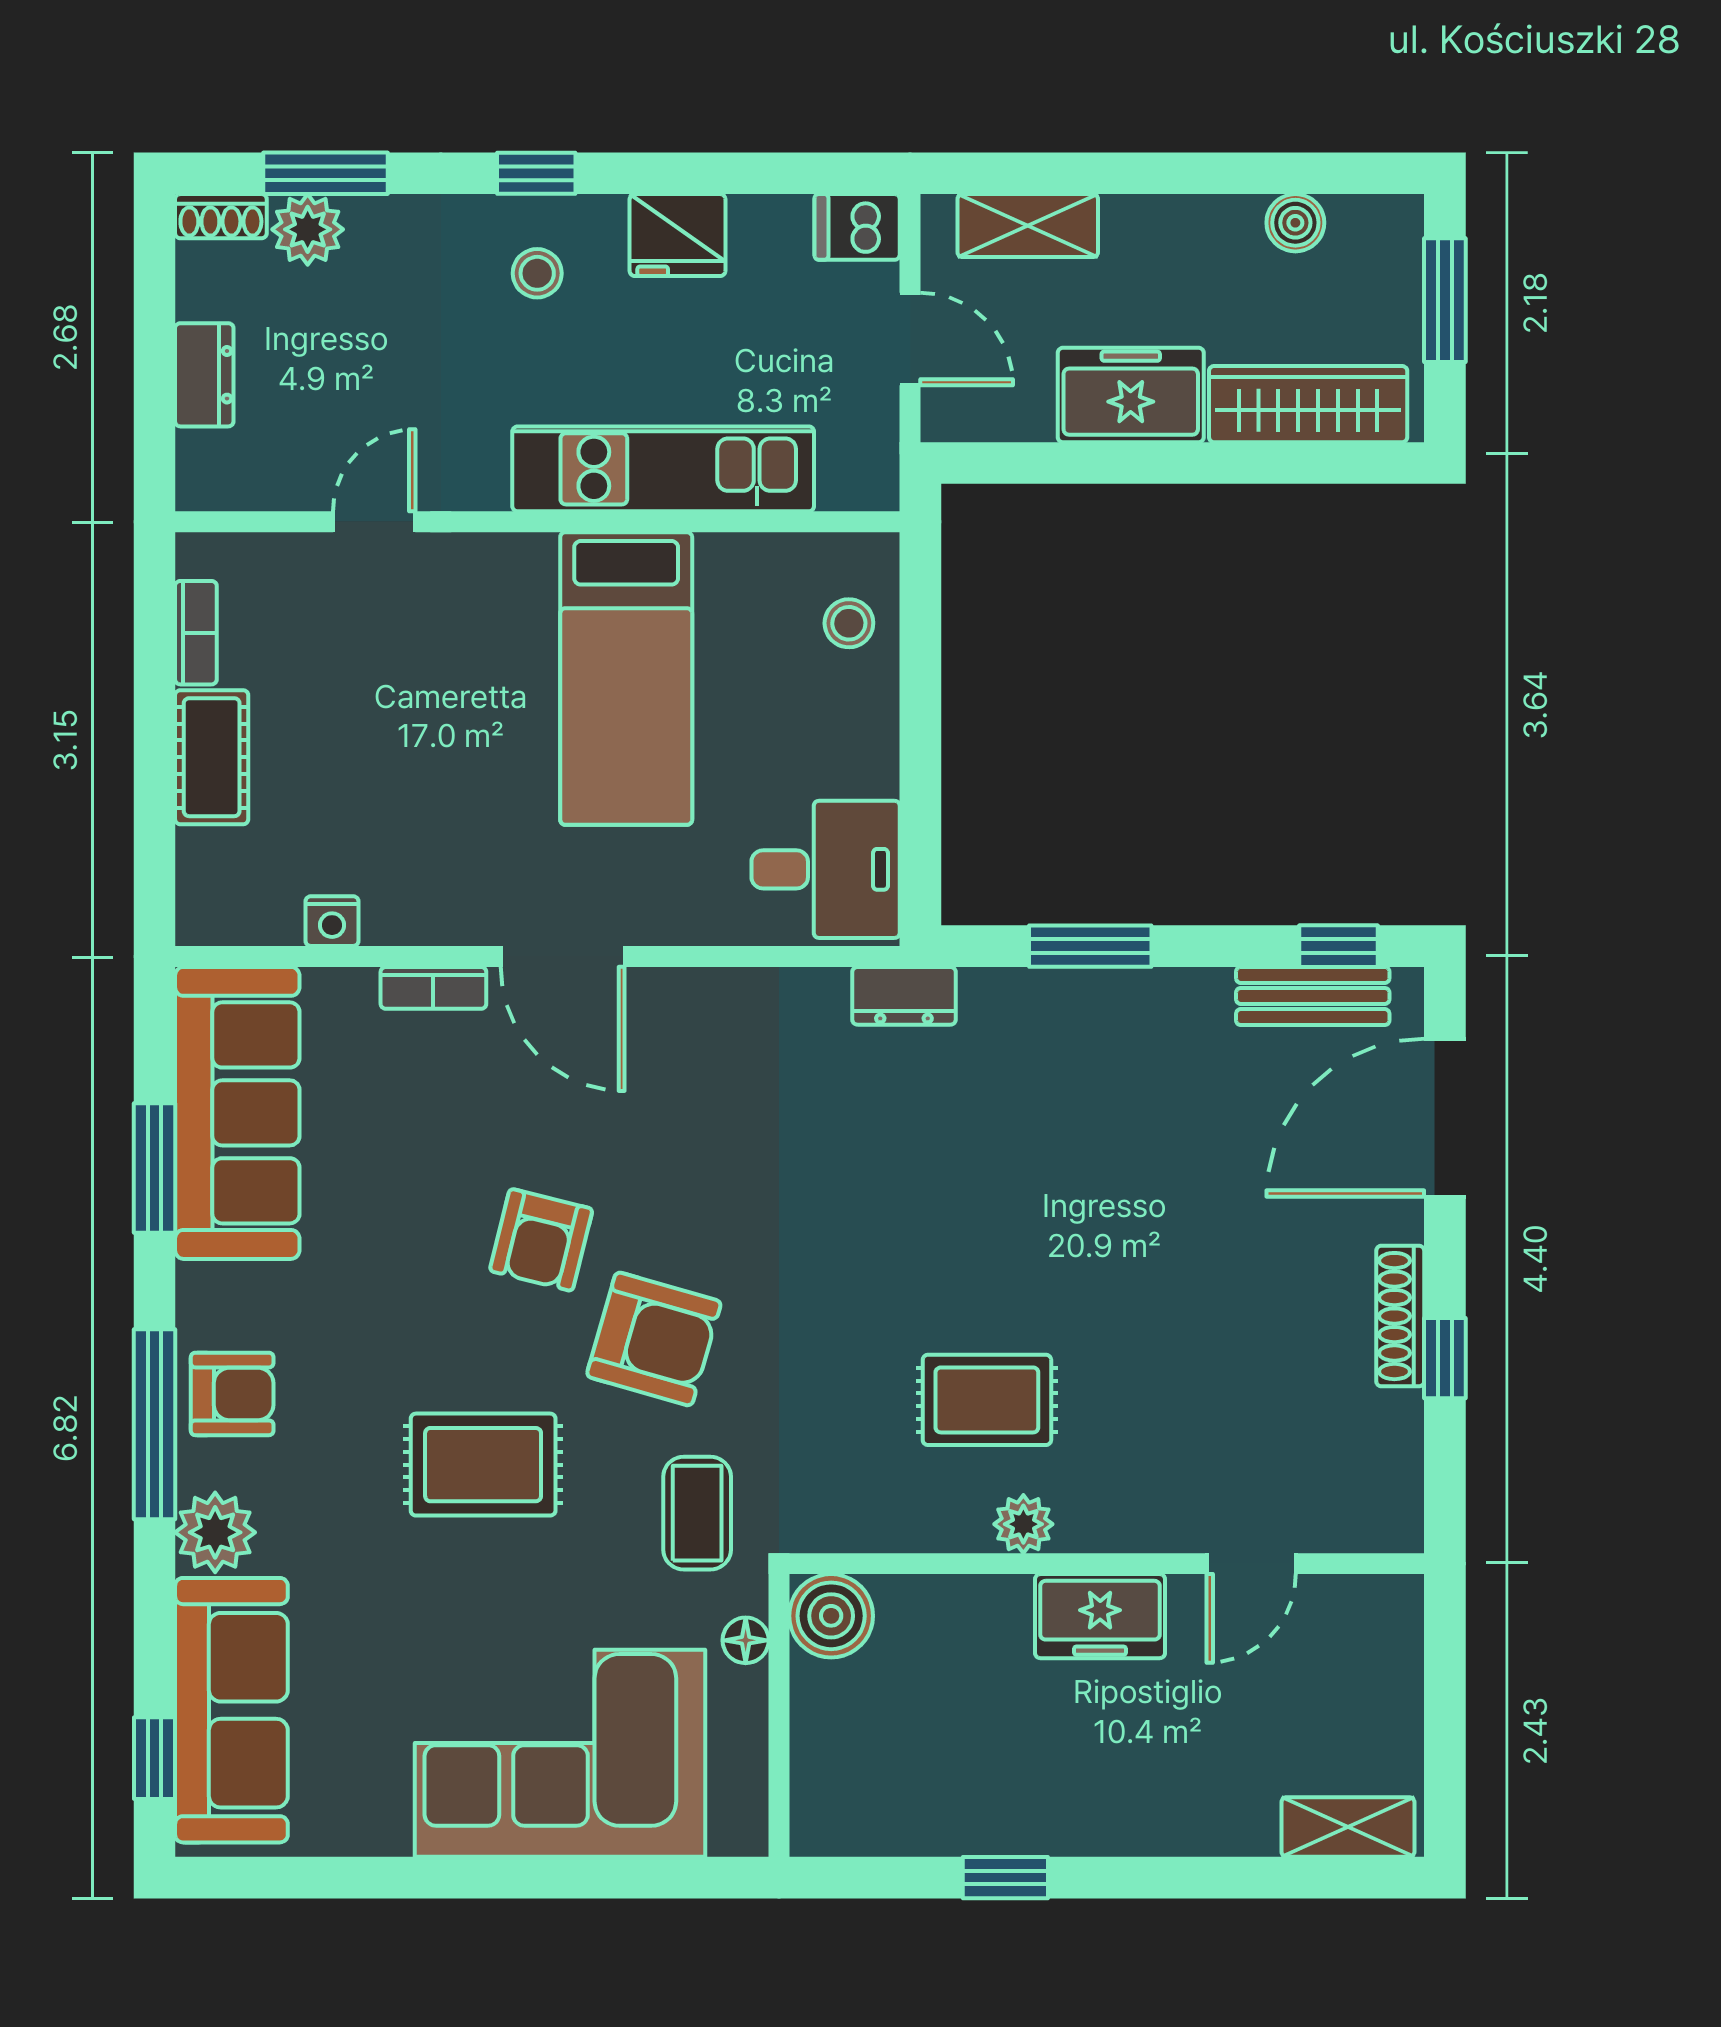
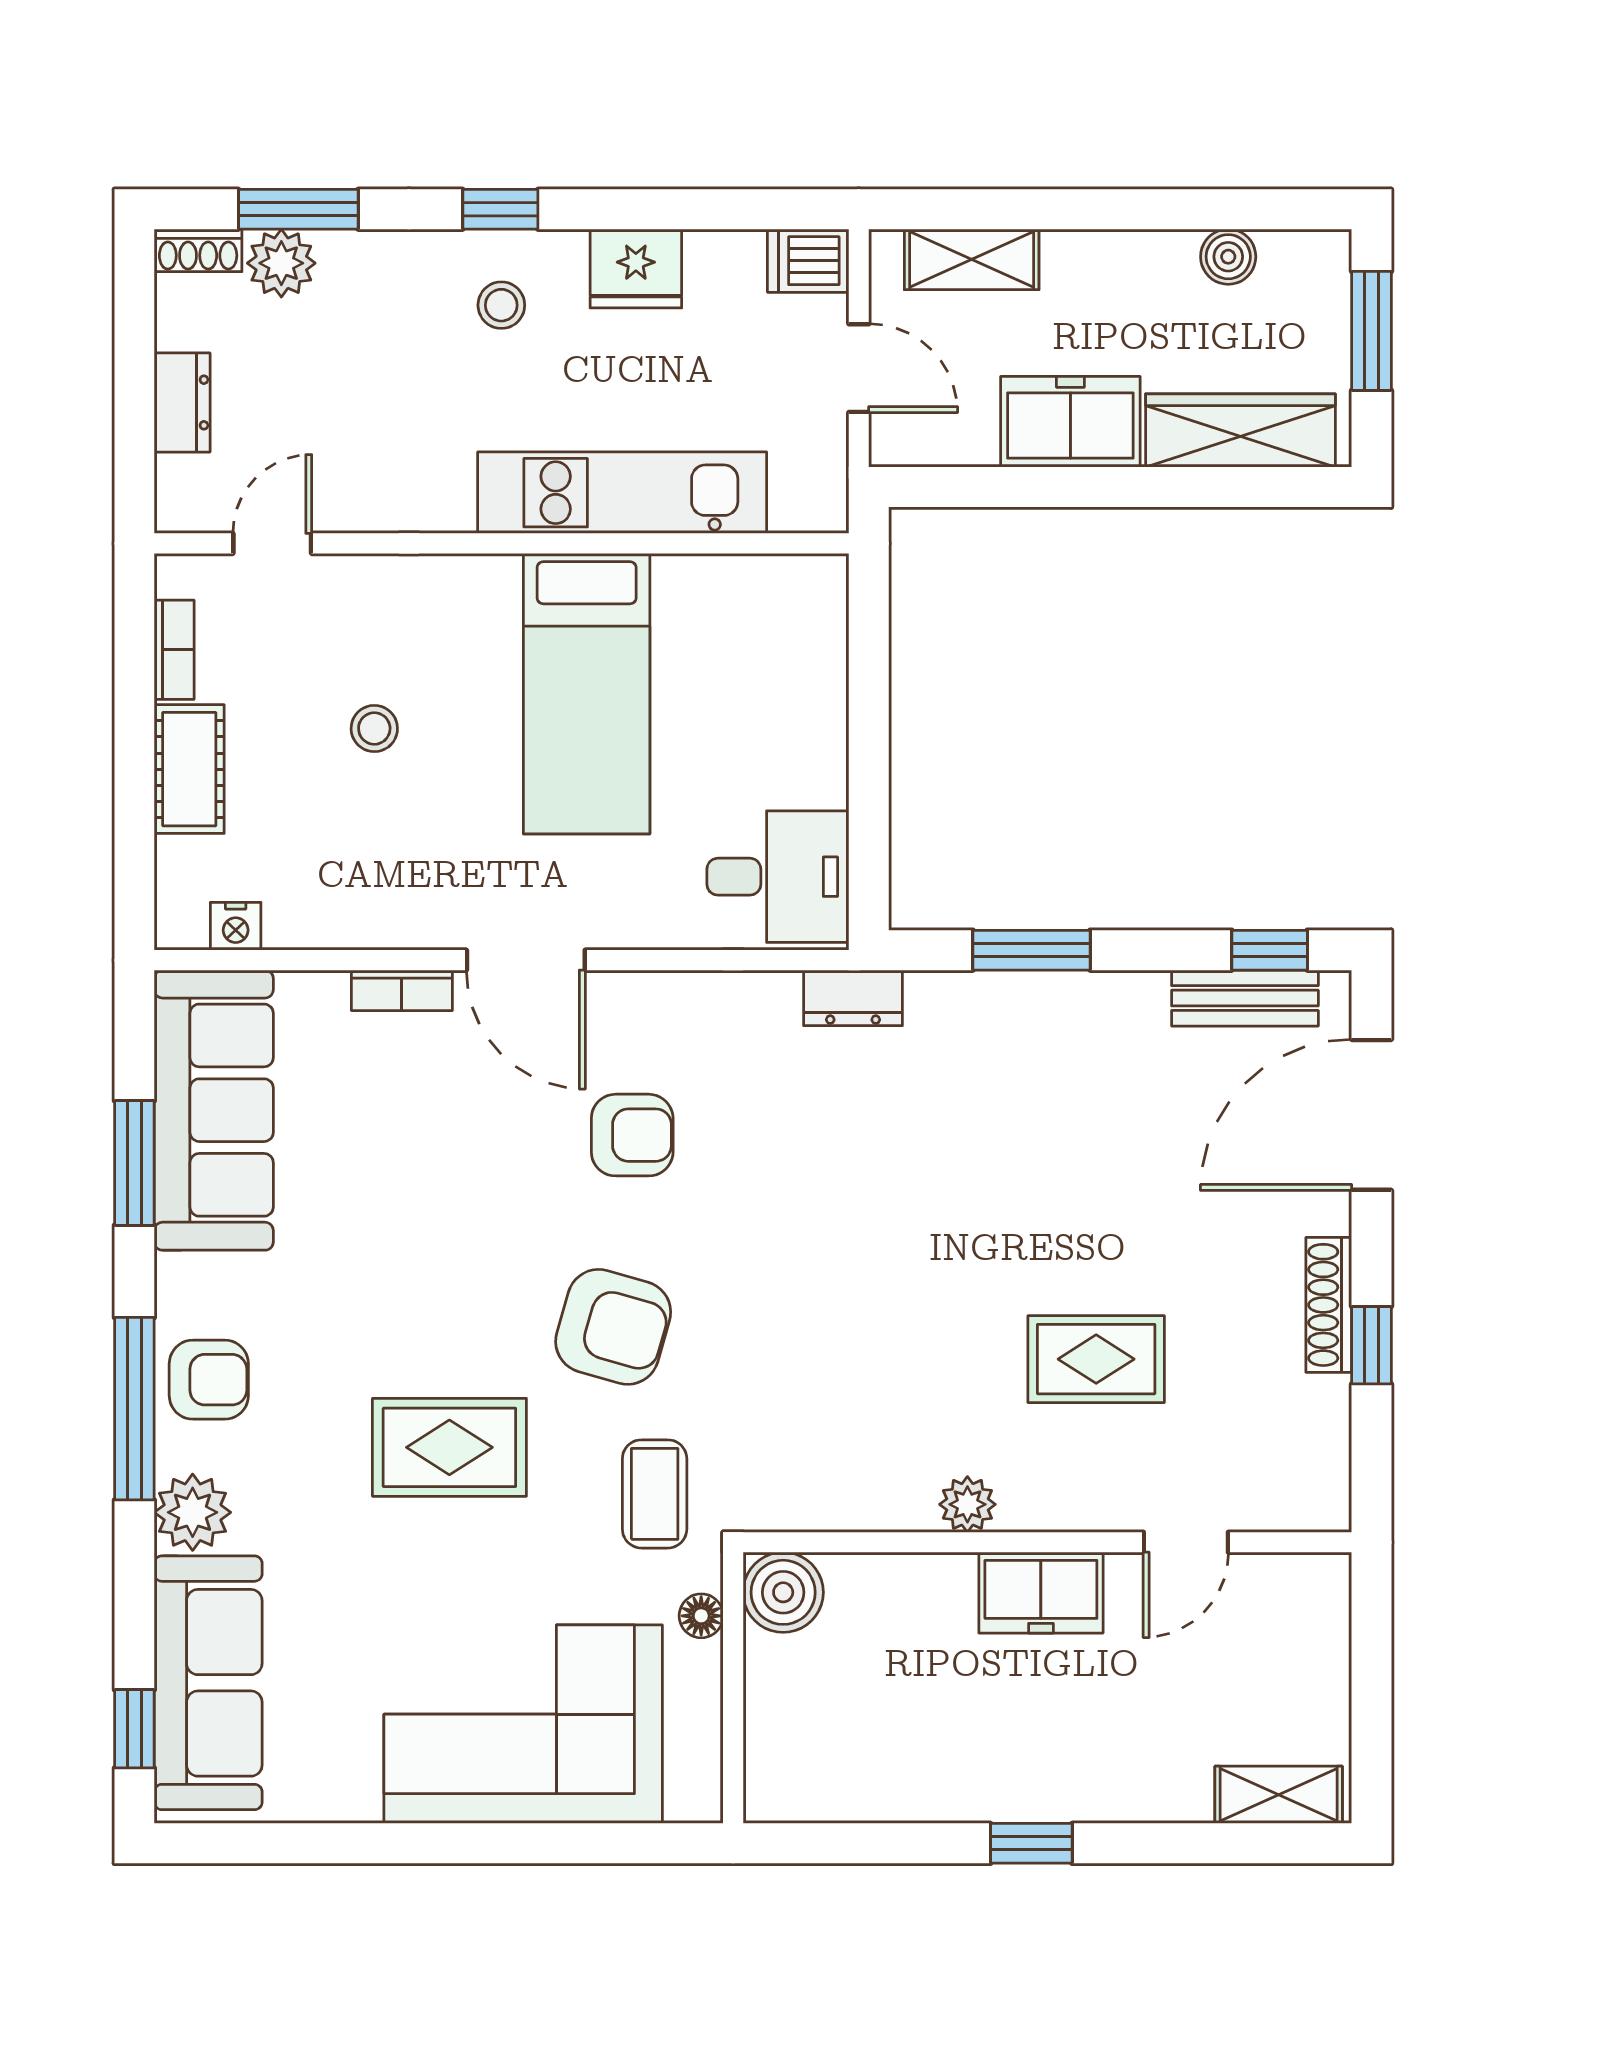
door: (374, 522) -> (272, 543), moved
stool: (849, 623) -> (374, 728), moved
nightstand: (332, 921) -> (236, 926), moved
armchair: (541, 1240) -> (632, 1135), moved, turned -104
rug: (987, 1400) -> (1096, 1359), moved
window: (1005, 1878) -> (1031, 1843), moved

